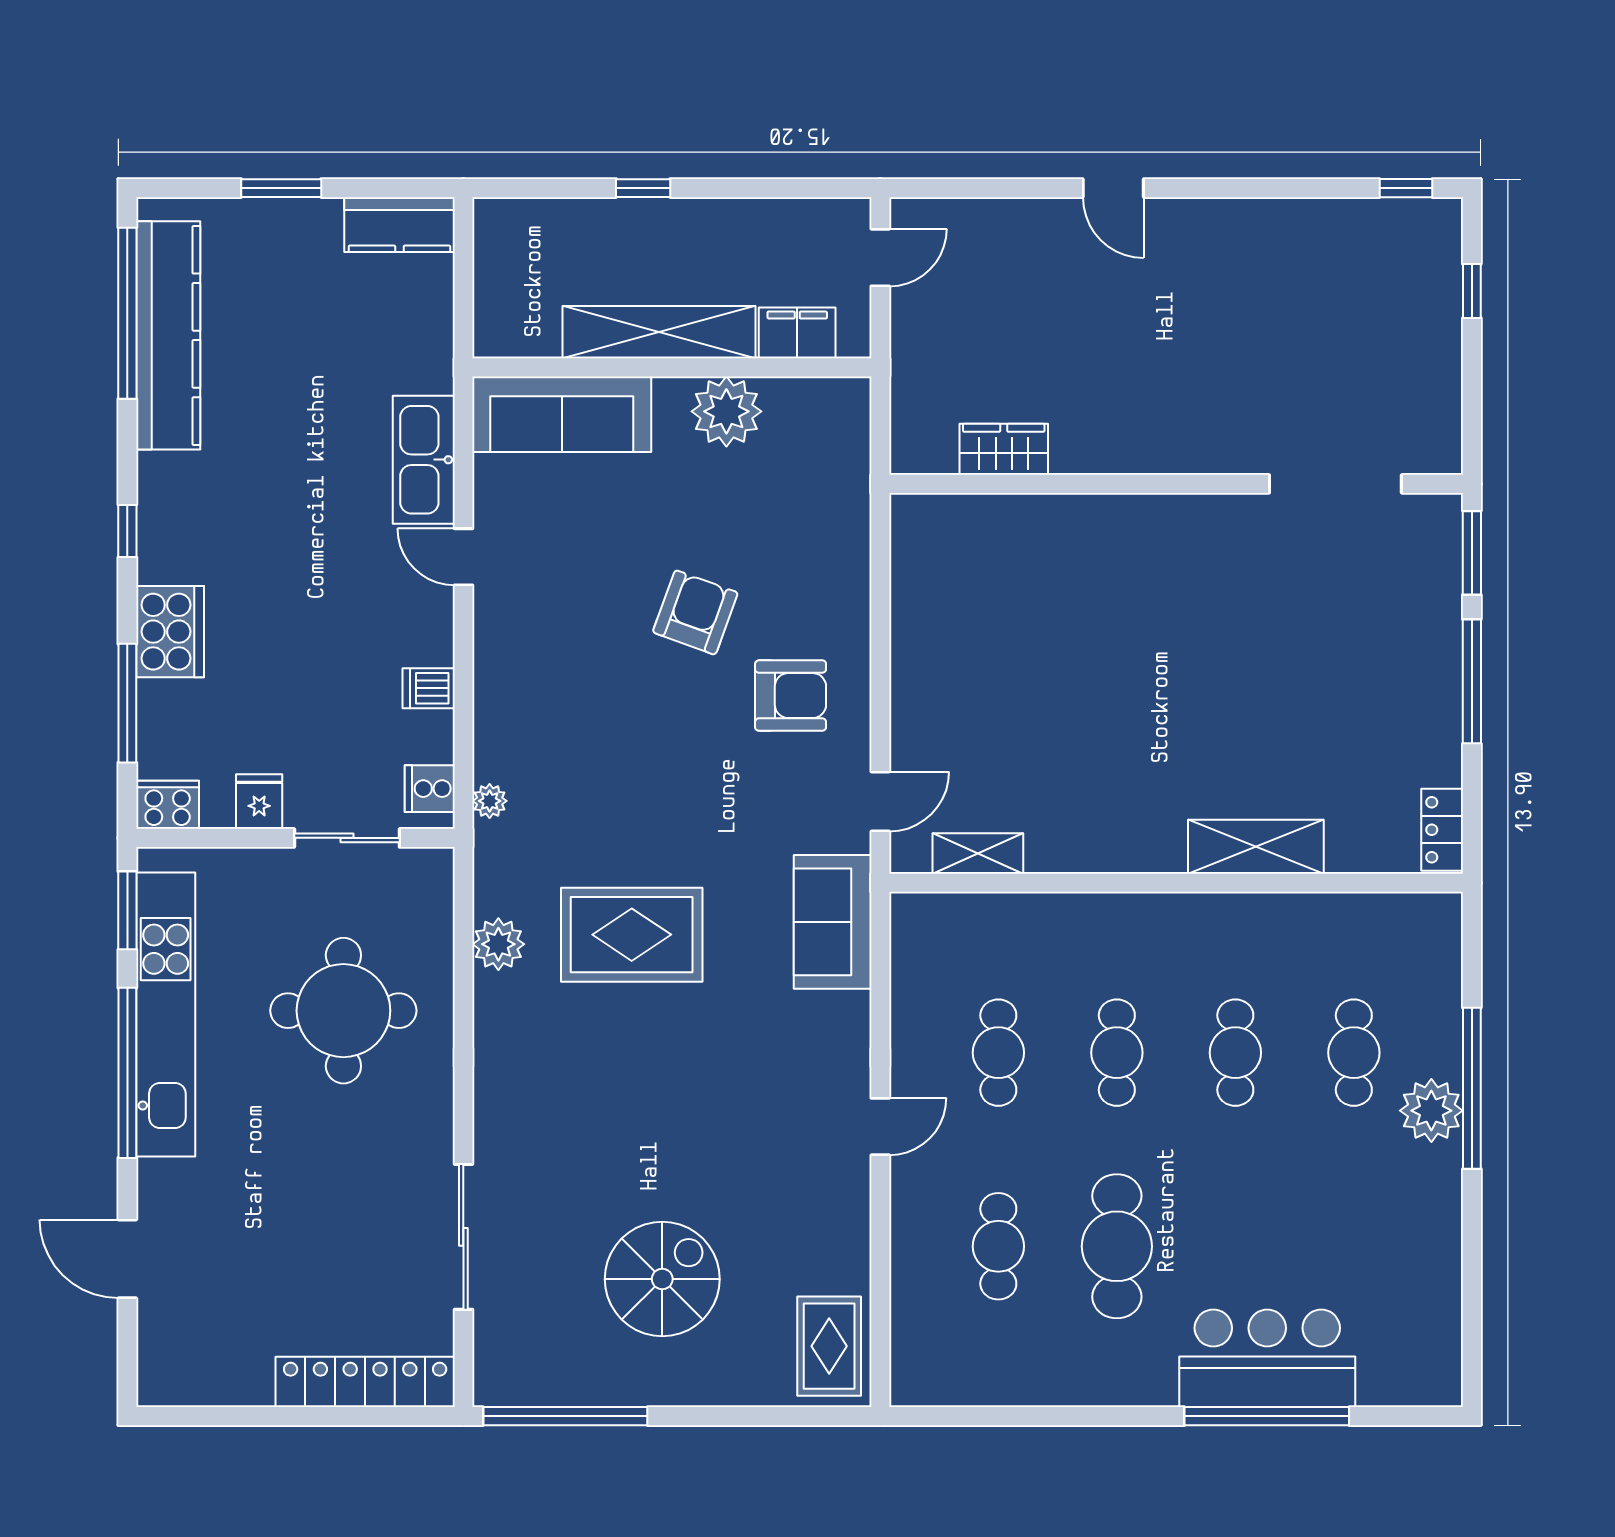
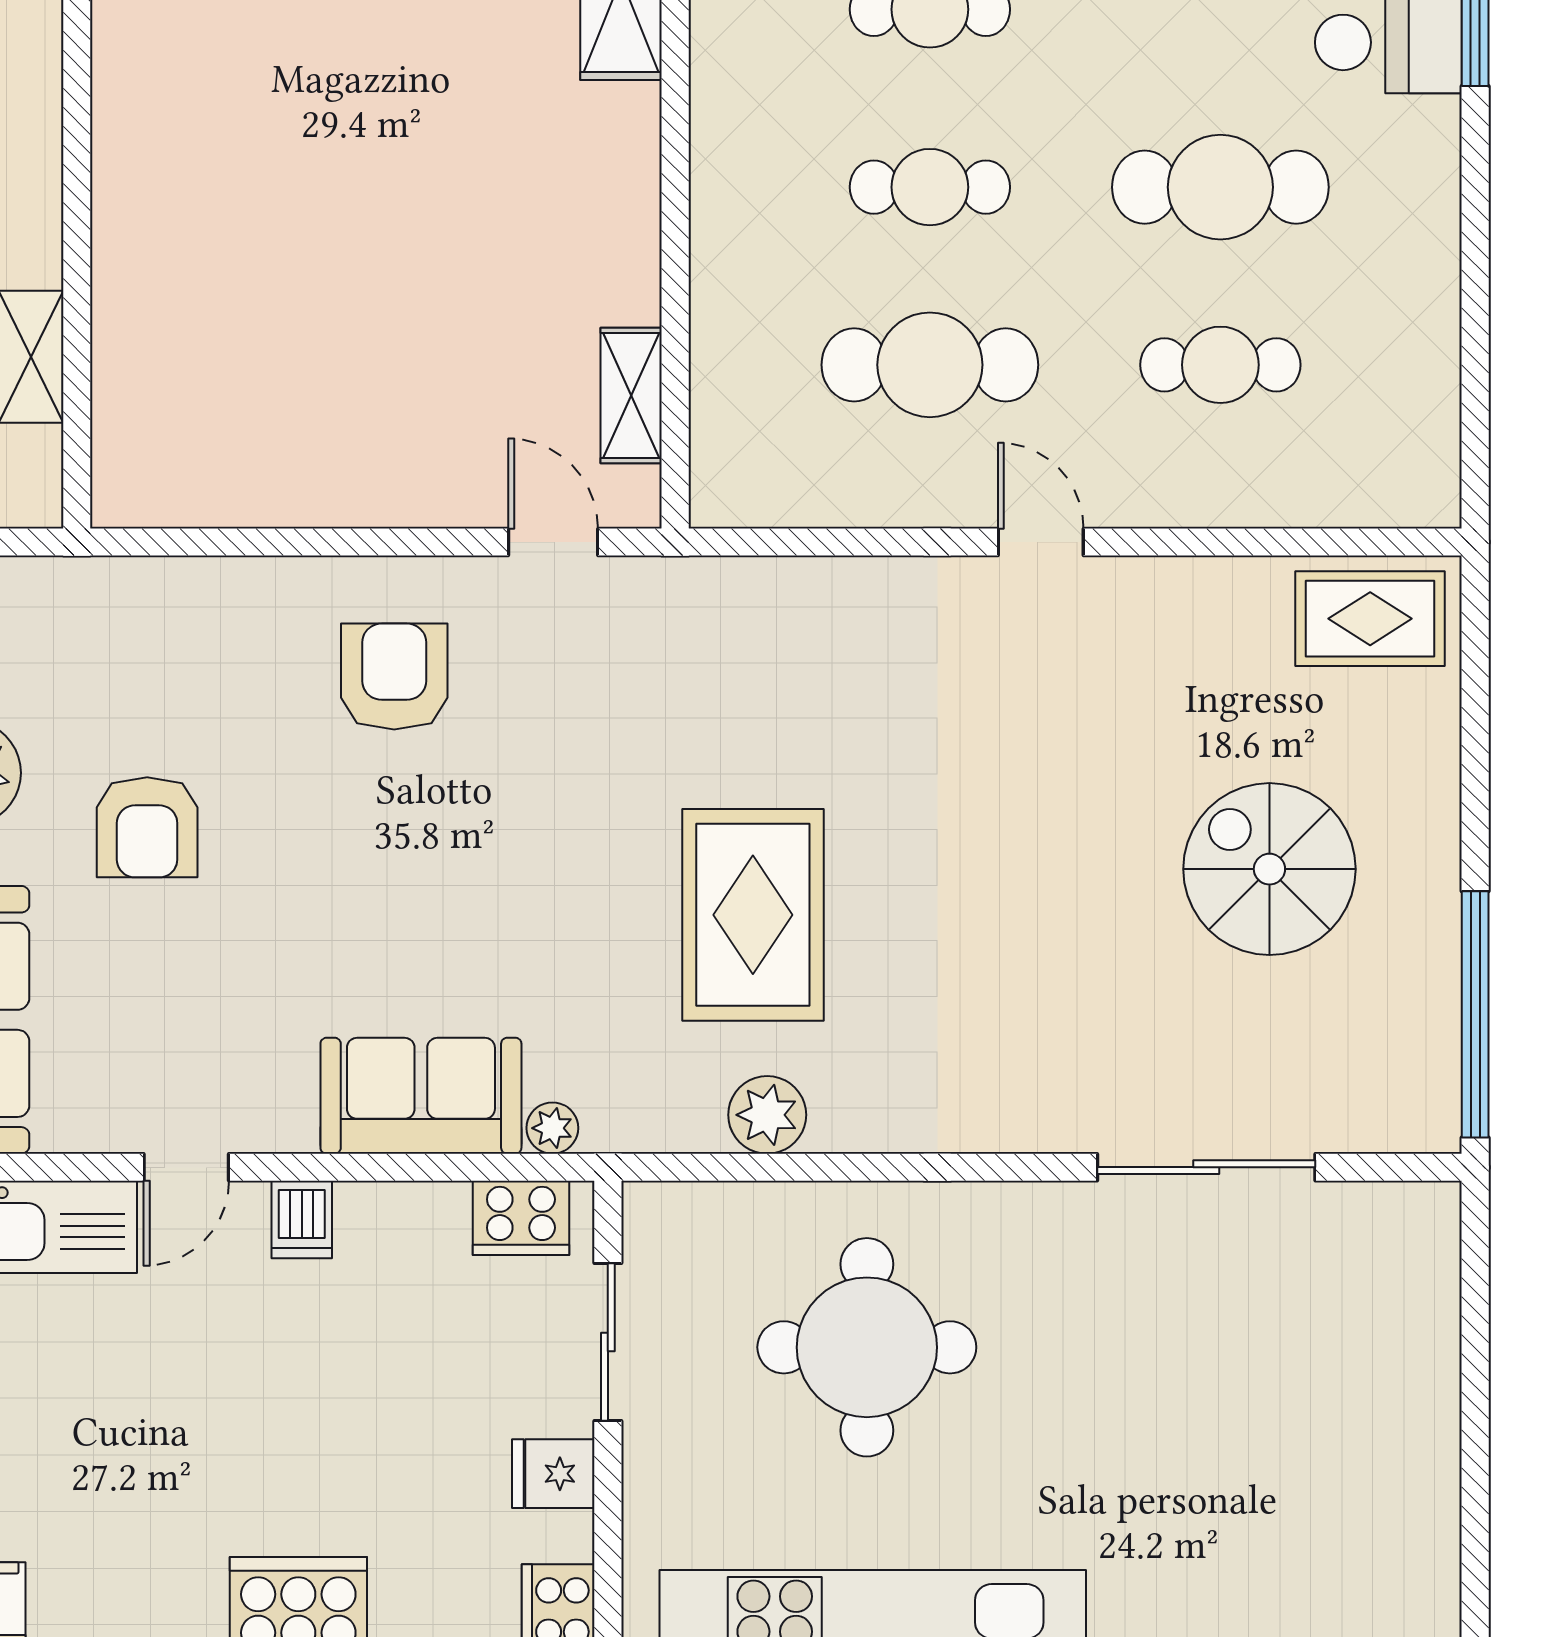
armchair: (695, 612) -> (147, 827), moved, turned -110
dishwasher: (429, 688) -> (302, 1220), moved
cooker: (430, 789) -> (521, 1218), width x1.36
sofa: (833, 922) -> (421, 1096), moved, turned 180
cafe table: (998, 1053) -> (930, 365), width x1.37, depth x1.35
locker: (365, 1382) -> (1424, 1315), removed

